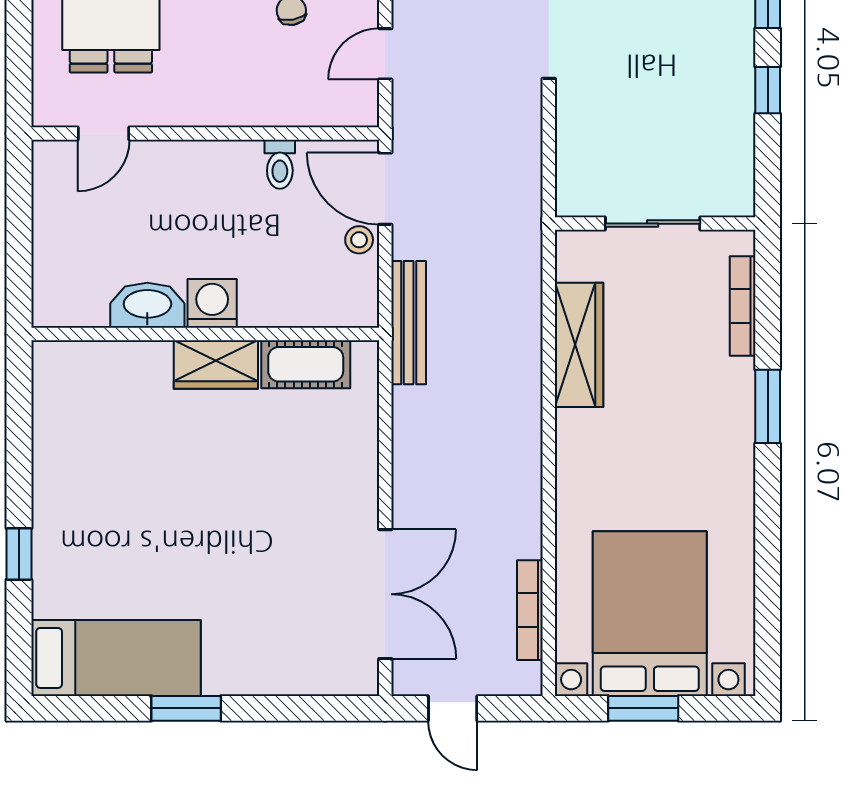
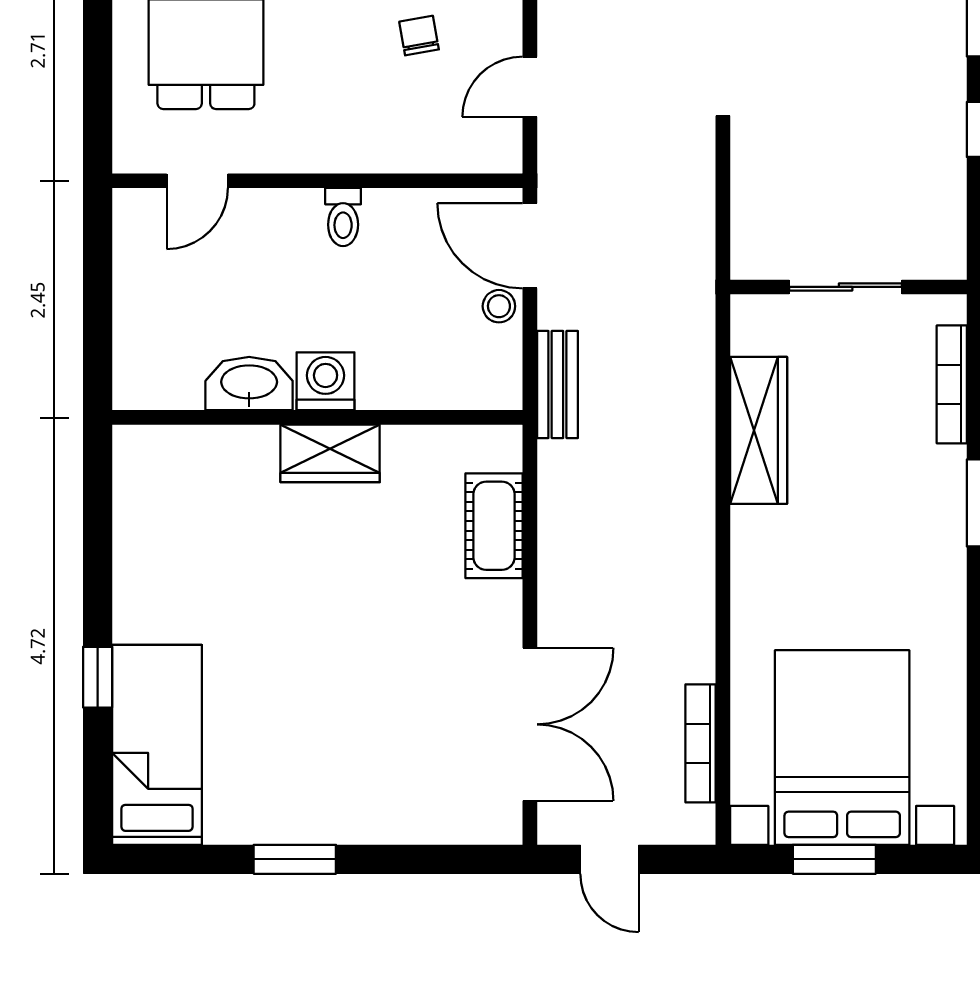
toilet: (280, 164) -> (343, 217), moved
bench: (409, 323) -> (557, 385), width x0.73
cot: (306, 364) -> (494, 526), moved, turned 90
bed: (116, 658) -> (157, 745), moved, turned -90

